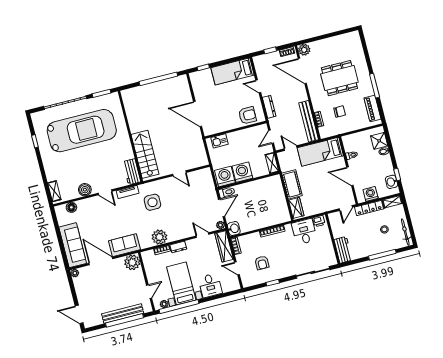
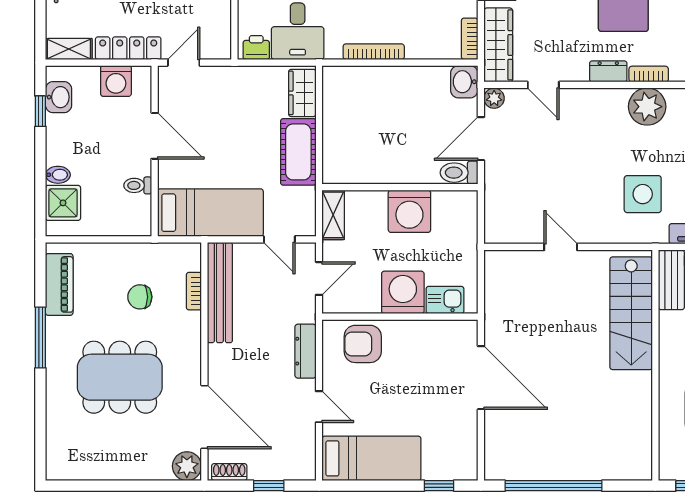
washing machine: (225, 177) -> (403, 292), moved, turned 180

